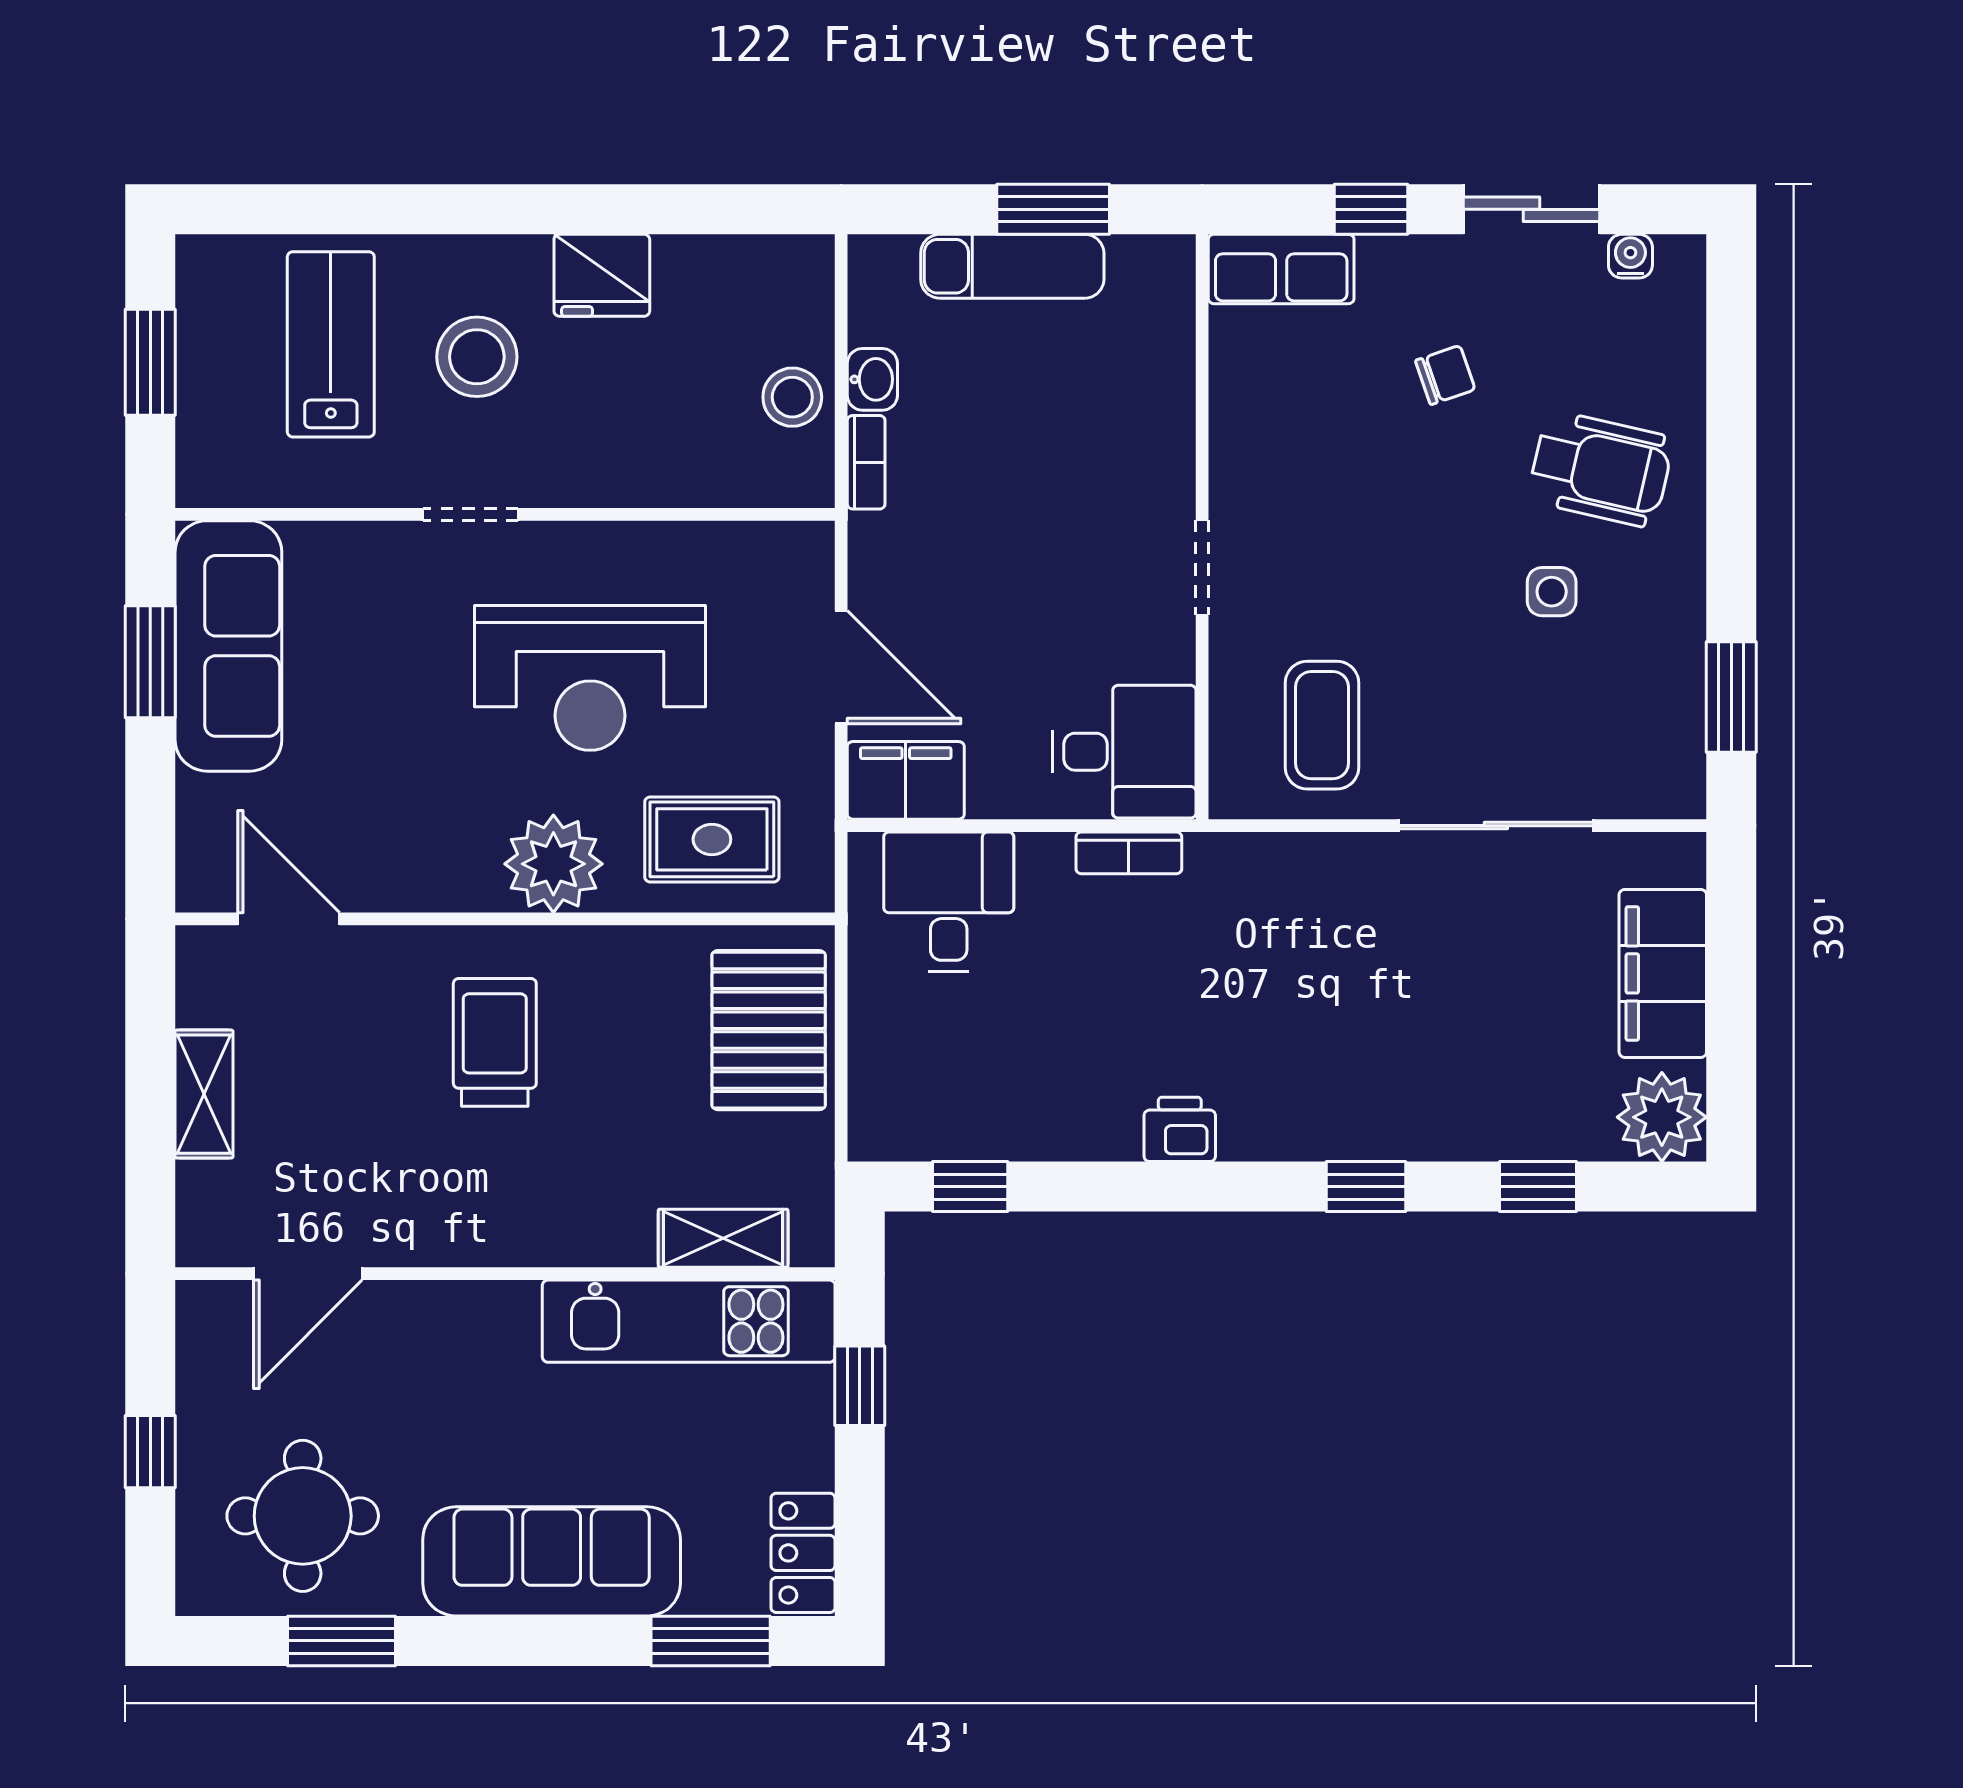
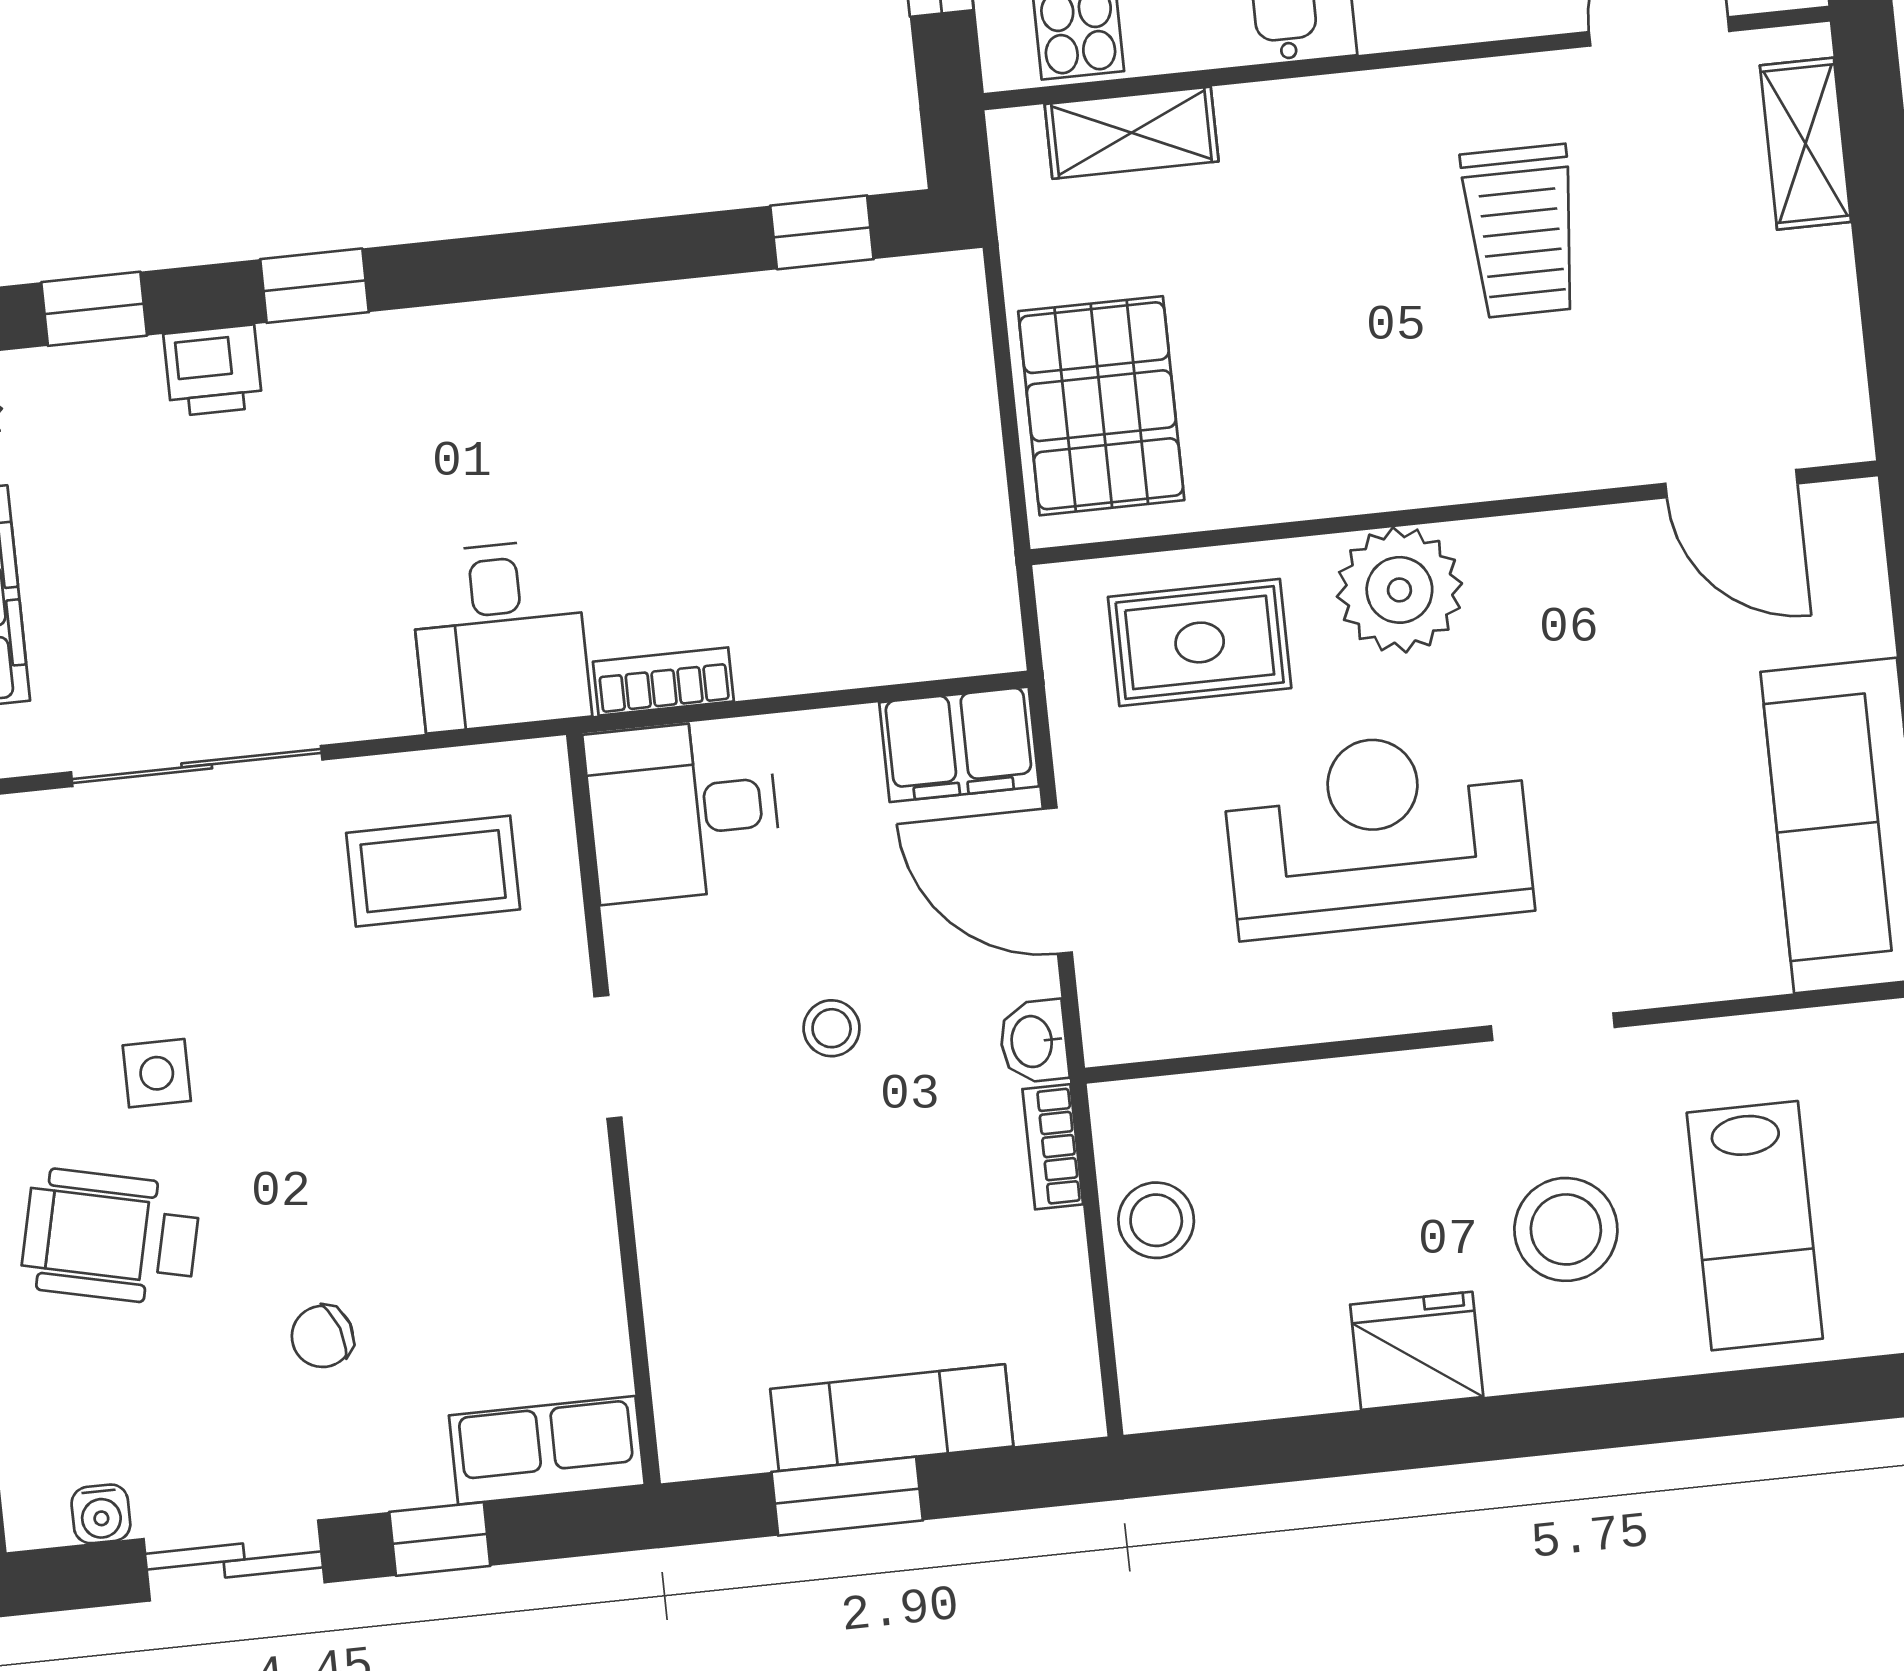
washbasin: (872, 379) -> (1034, 1041), moved
stool: (1027, 572) -> (832, 1028), added
coffee table: (1322, 725) -> (433, 871), turned 90
desk: (949, 902) -> (500, 635), moved
trolley: (495, 1042) -> (1521, 231), moved
shelving: (204, 1094) -> (1805, 144), moved
printer: (1180, 1129) -> (213, 370), moved

